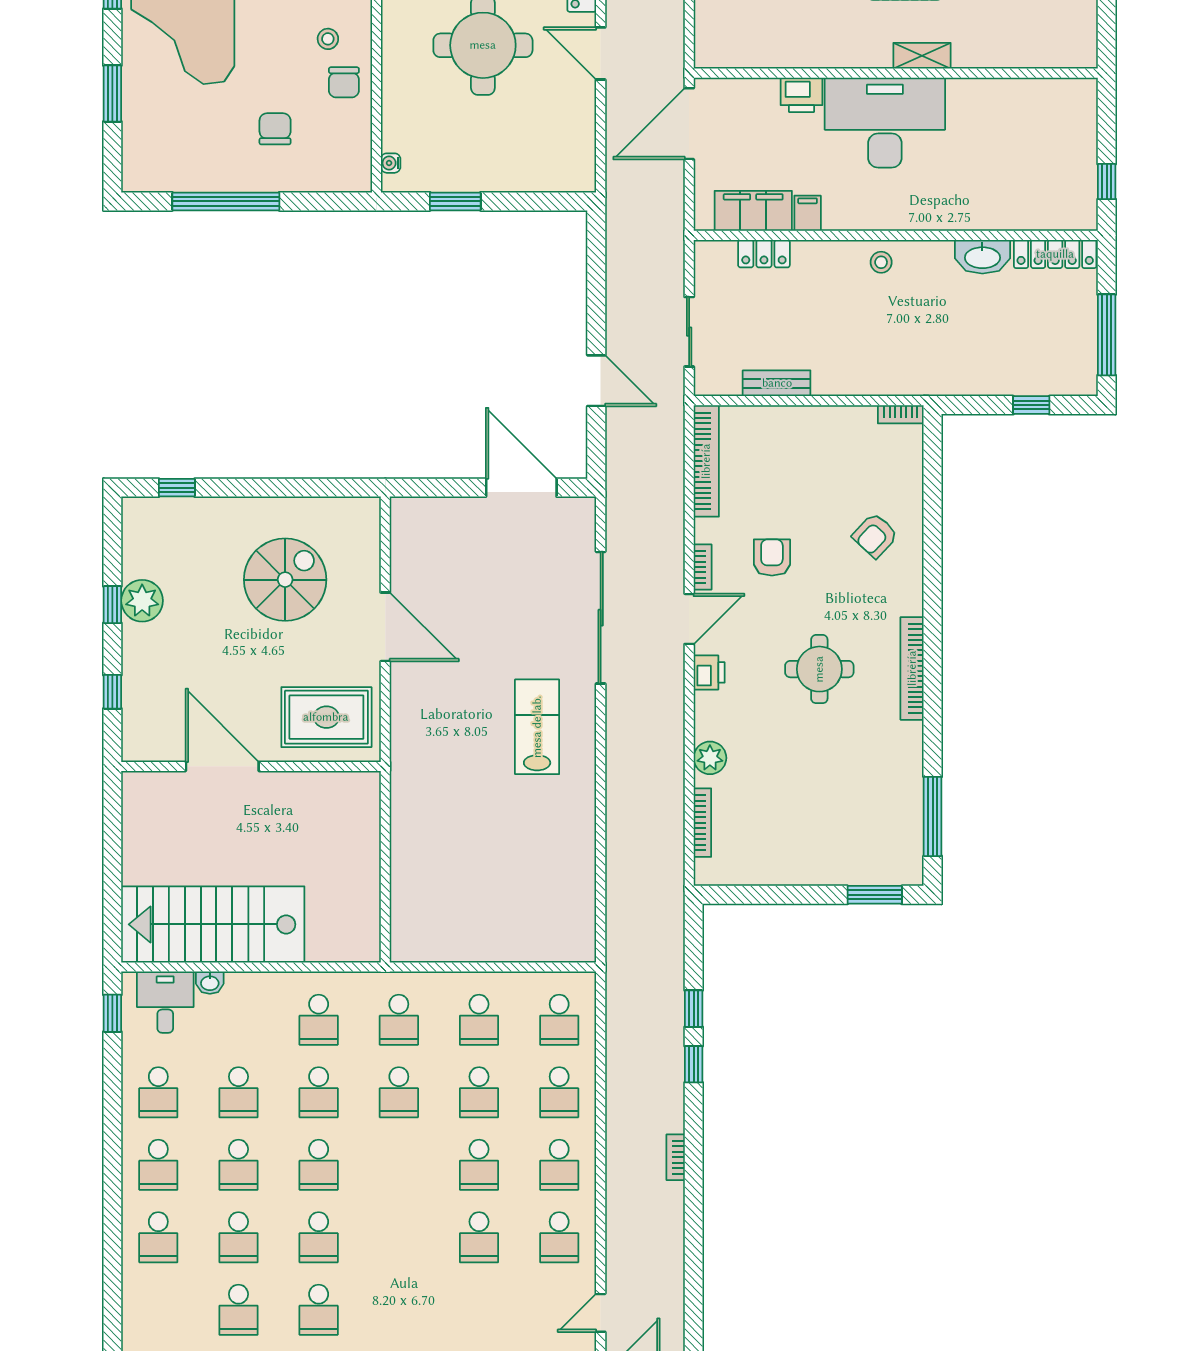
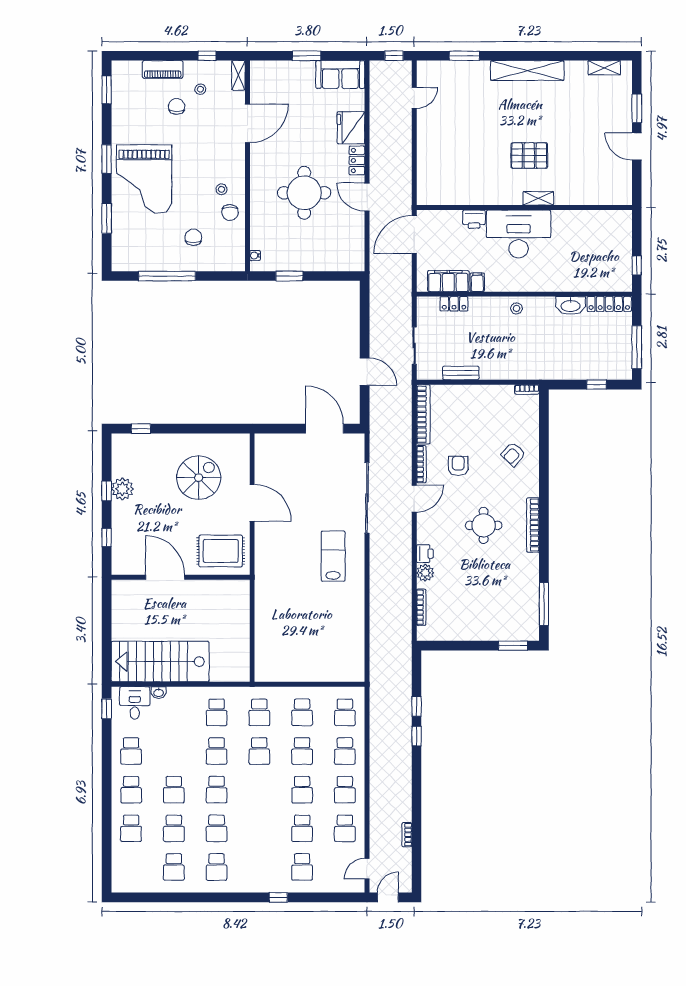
bookcase: (703, 567) -> (421, 464), width x1.56
printer: (709, 672) -> (425, 554), moved
school desk: (238, 1092) -> (302, 867), moved
bookcase: (676, 1157) -> (407, 835), moved

